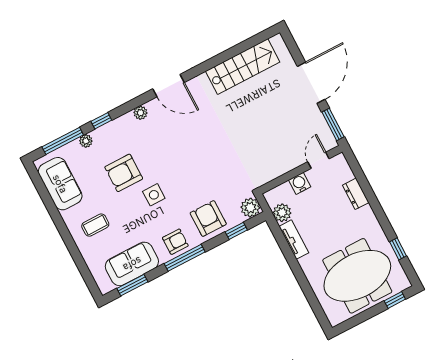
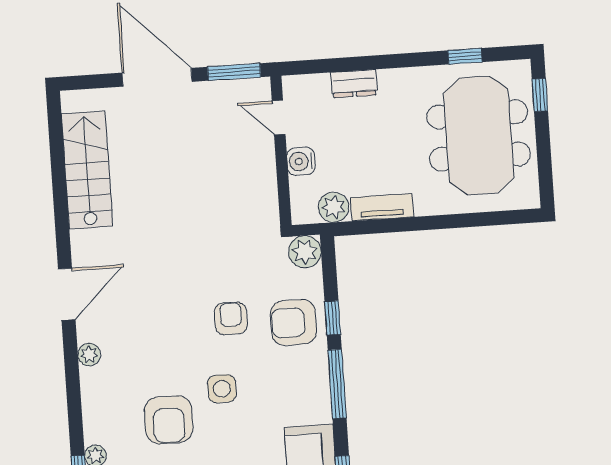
window: (101, 121) -> (75, 419), removed
window: (236, 231) -> (333, 318), moved
armchair: (175, 242) -> (231, 318), moved

